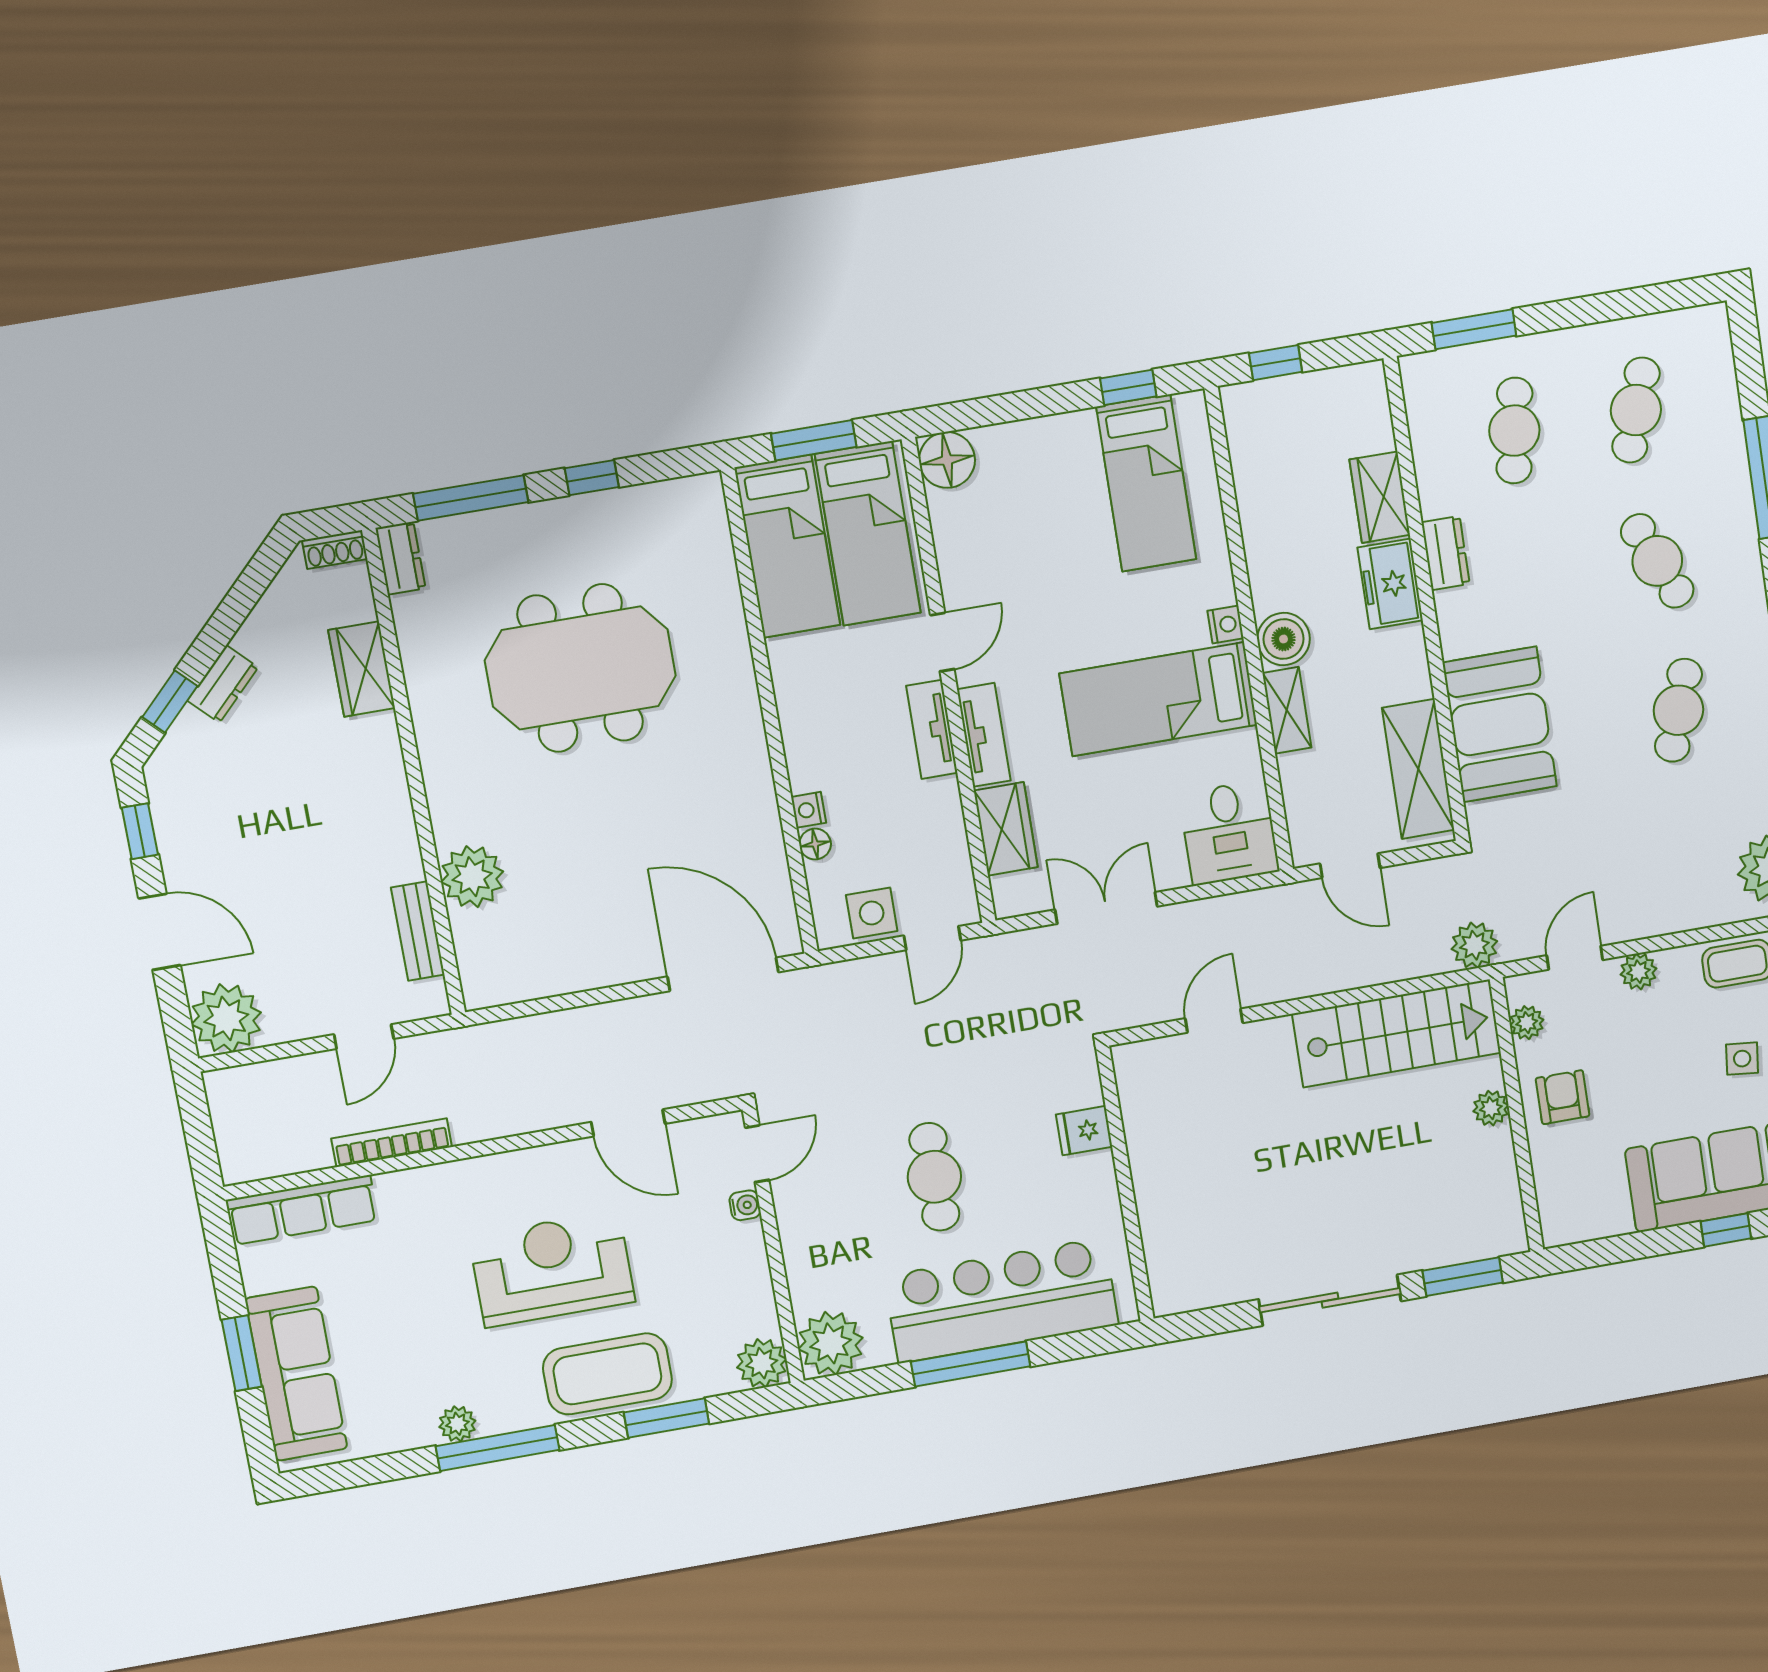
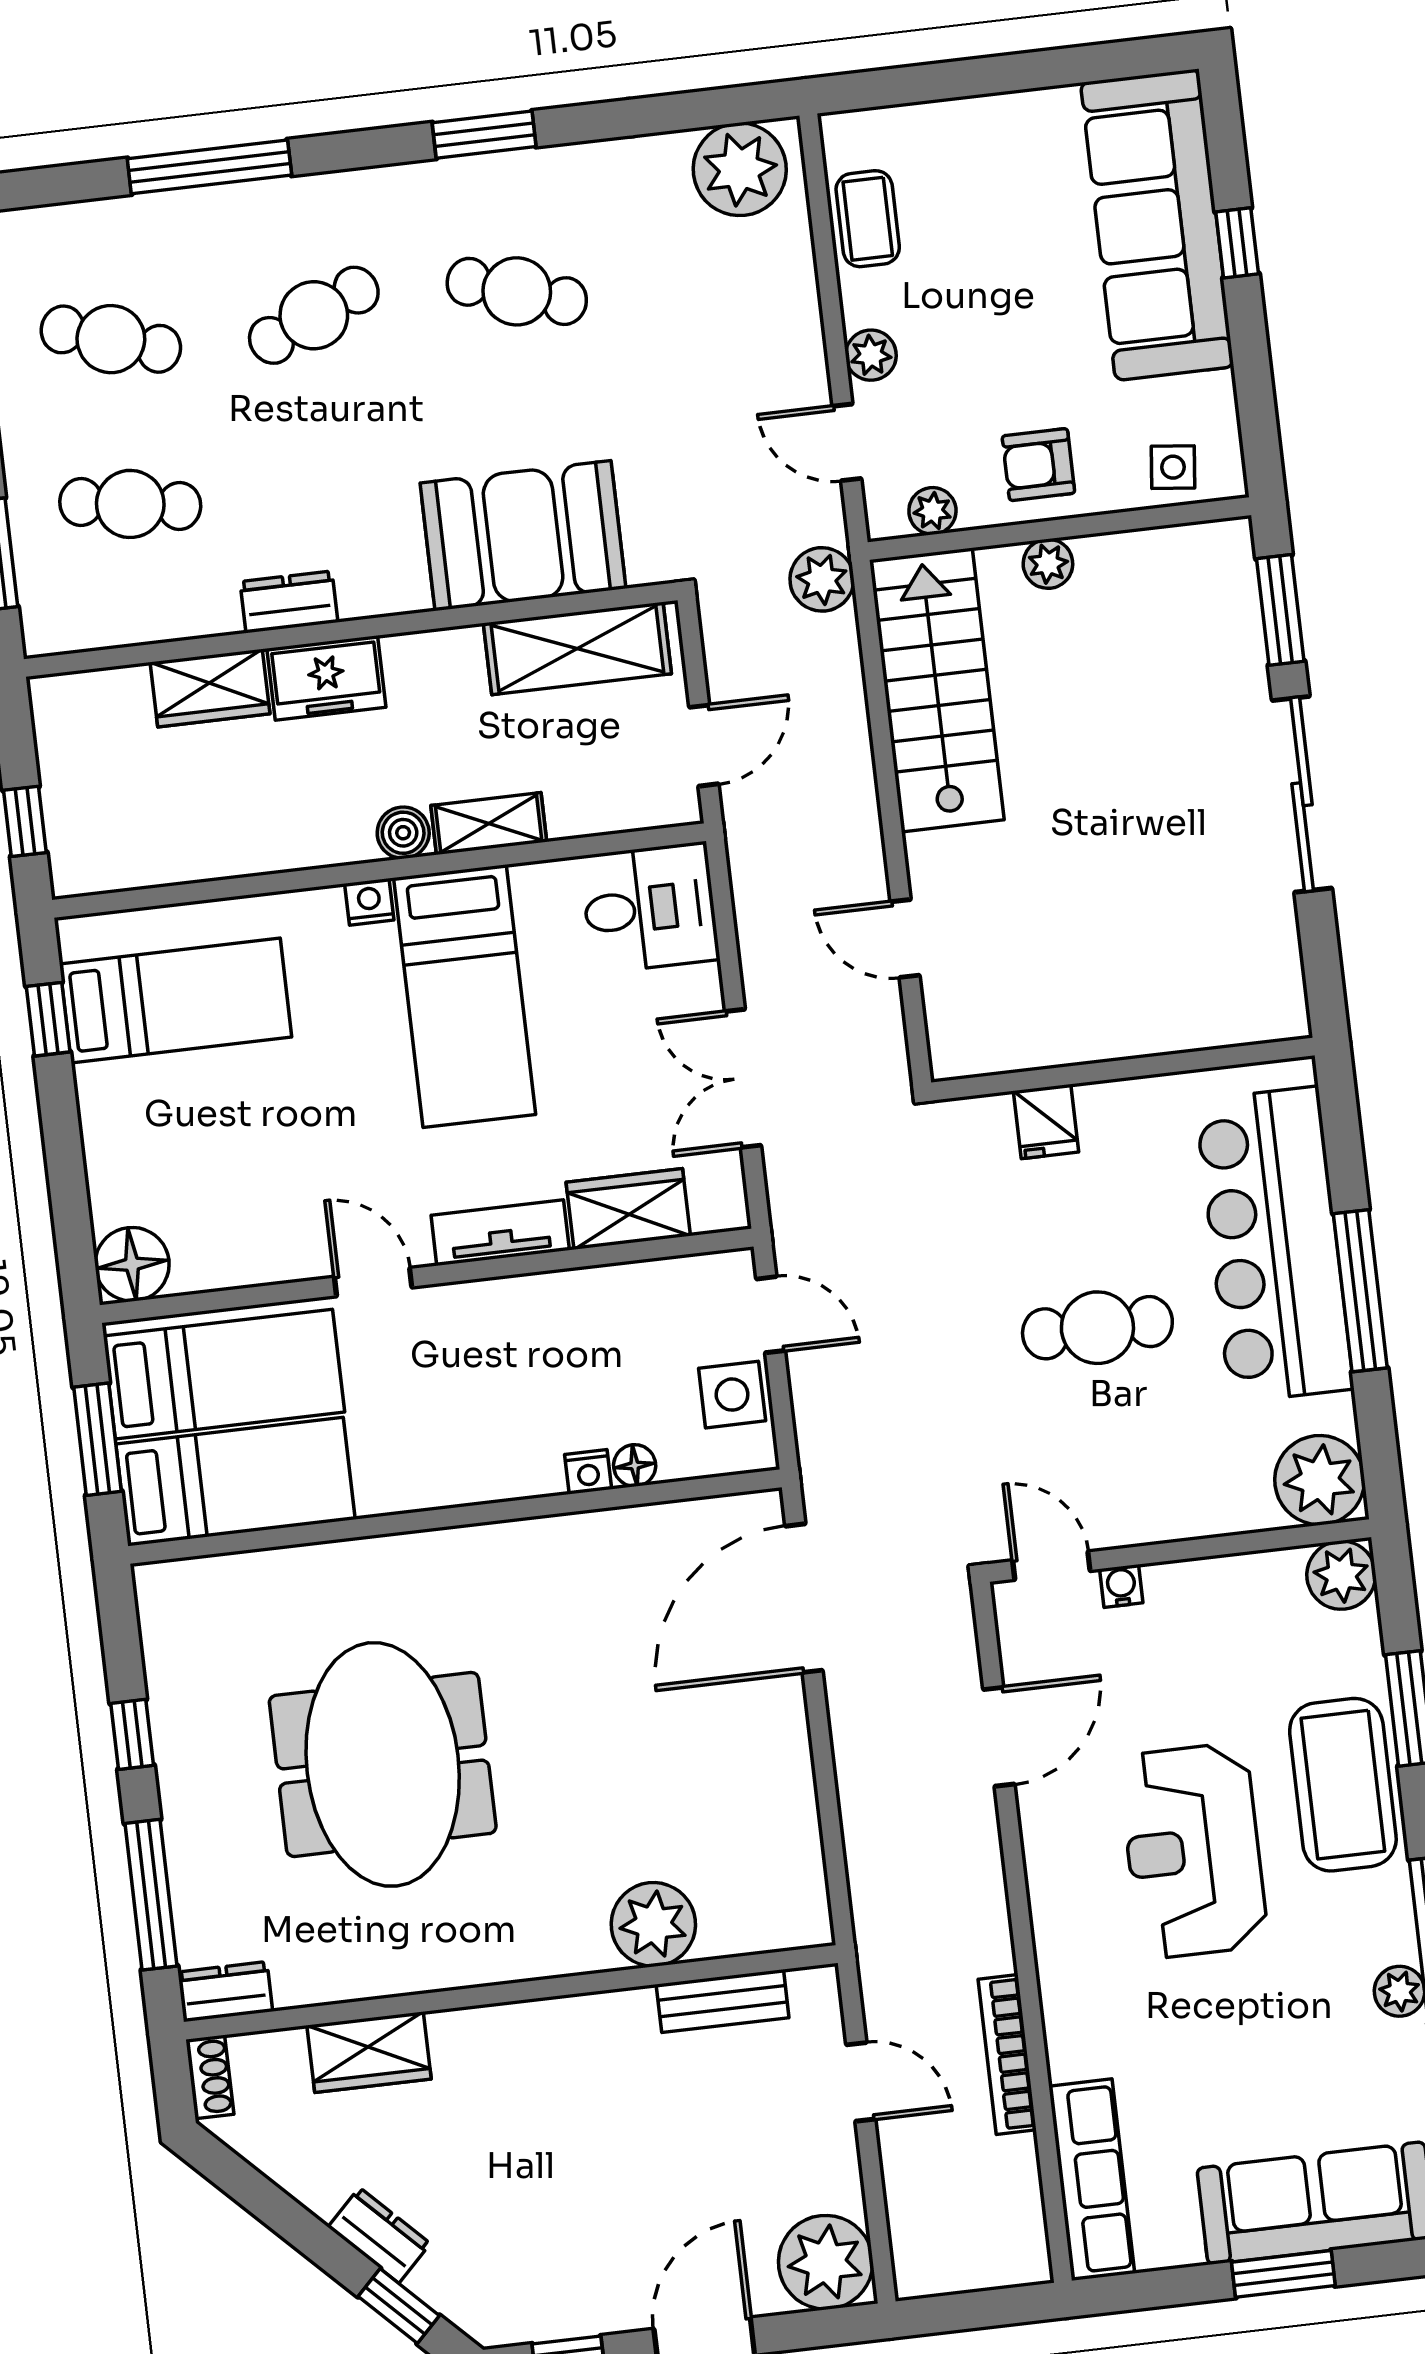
boiler: (1284, 639) -> (403, 833), width x0.73, depth x0.73
tv unit: (932, 729) -> (489, 1302), removed
side table: (1742, 1059) -> (1173, 467), moved

